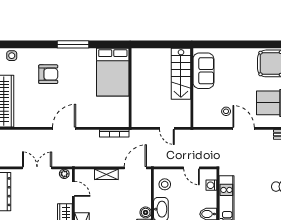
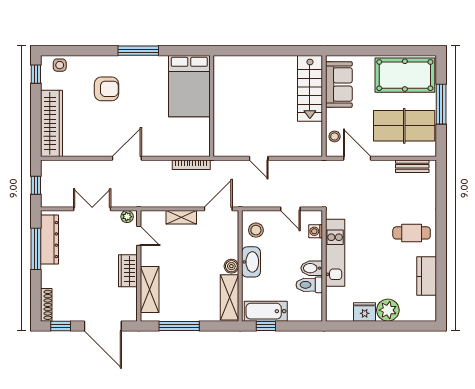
sofa: (203, 71) -> (339, 84), moved
stairs: (181, 74) -> (310, 88), moved
wall: (192, 88) -> (324, 106), moved

